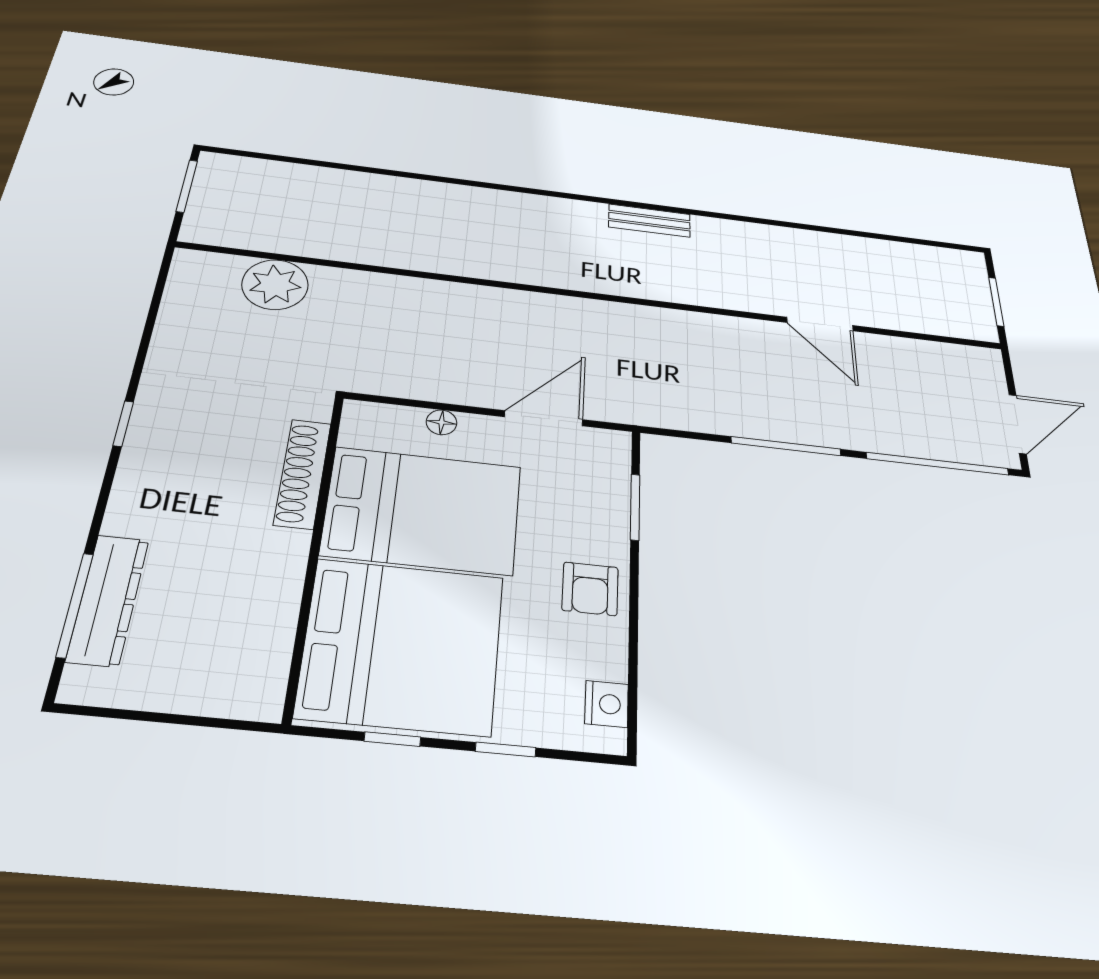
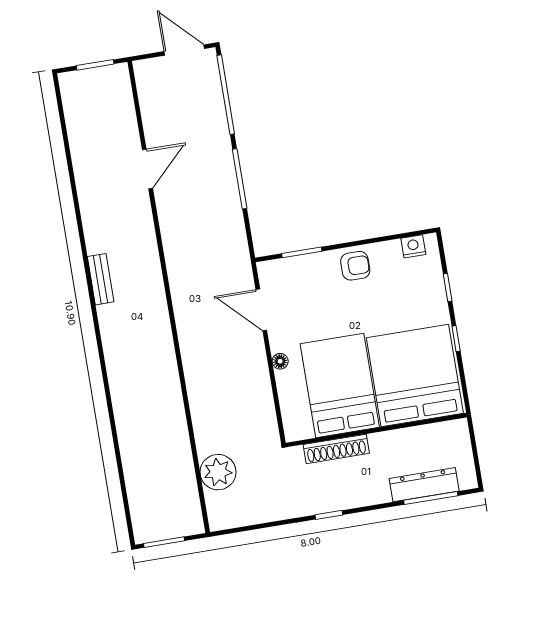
shoe rack: (303, 473) -> (336, 449), moved
bed: (423, 510) -> (340, 385), moved
wall: (315, 549) -> (376, 430), moved
bed: (402, 646) -> (415, 376), moved

